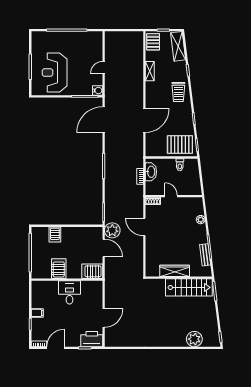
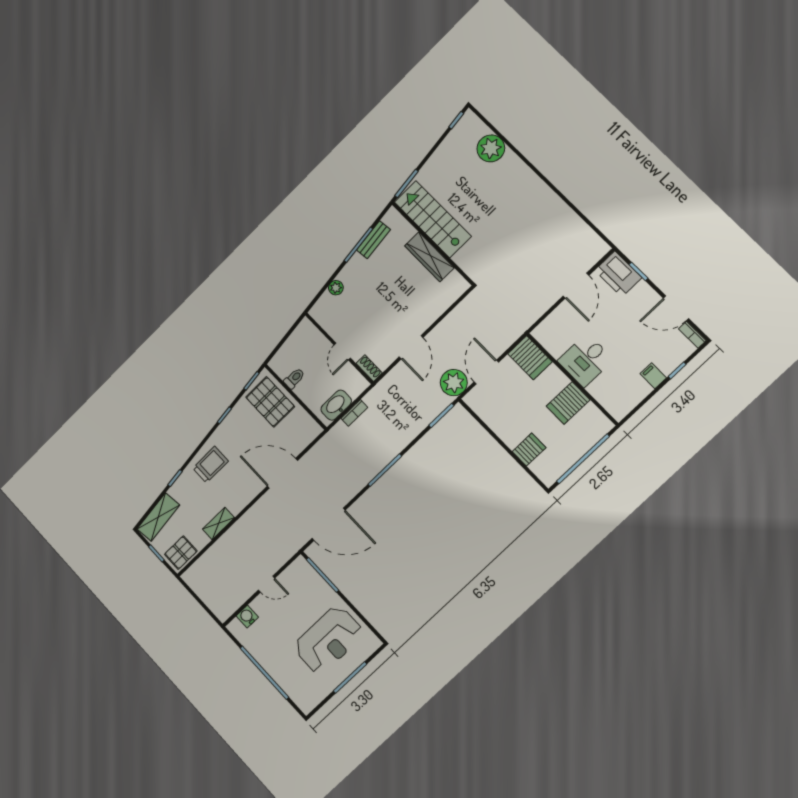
water cooler: (98, 90) -> (247, 617), moved
door: (104, 318) -> (576, 286), swing flipped

